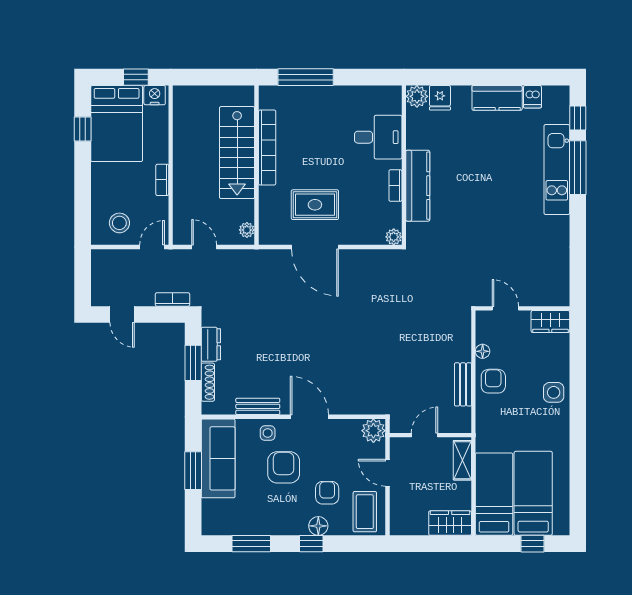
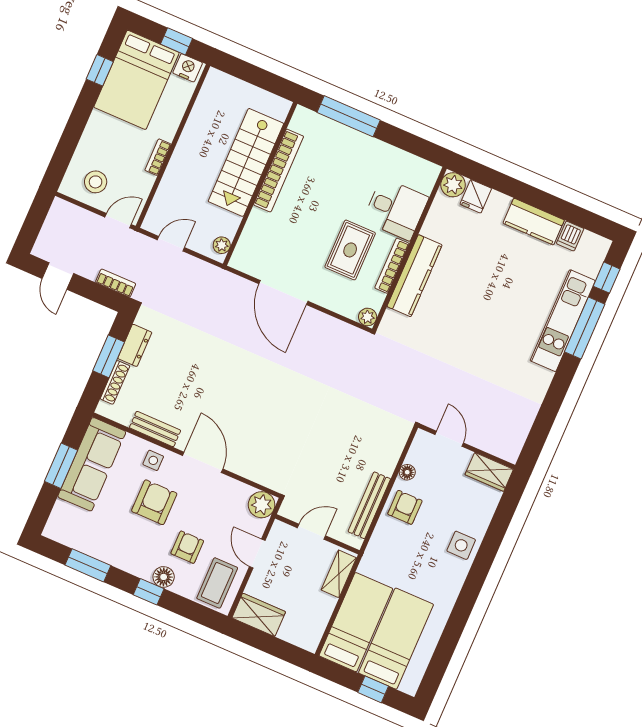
bookcase: (395, 186) -> (392, 266), width x1.56
rug: (315, 205) -> (350, 250), moved, turned 90
door: (204, 247) -> (171, 244), hinge flipped
bench: (463, 384) -> (369, 505), width x1.36
wardrobe: (450, 523) -> (259, 615), moved

